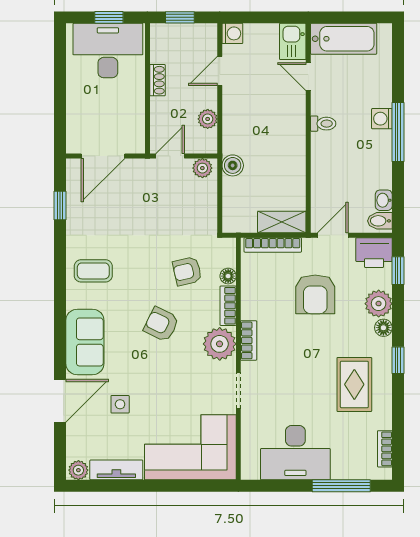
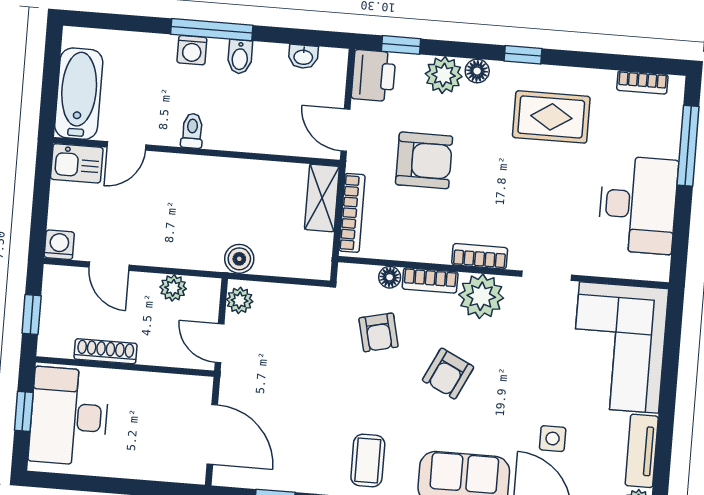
shoe rack: (157, 80) -> (106, 351), width x1.43
bidet: (380, 221) -> (240, 57), moved

